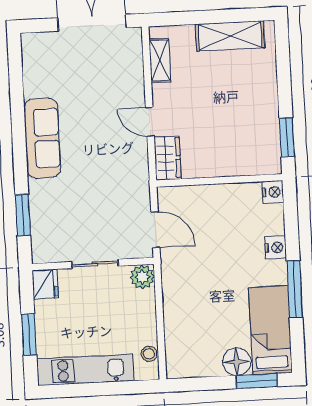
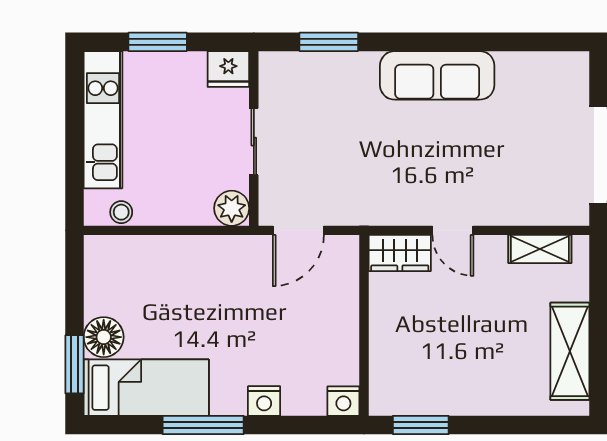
door: (150, 122) -> (453, 230), swing flipped

